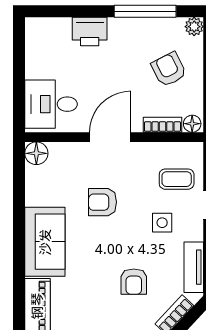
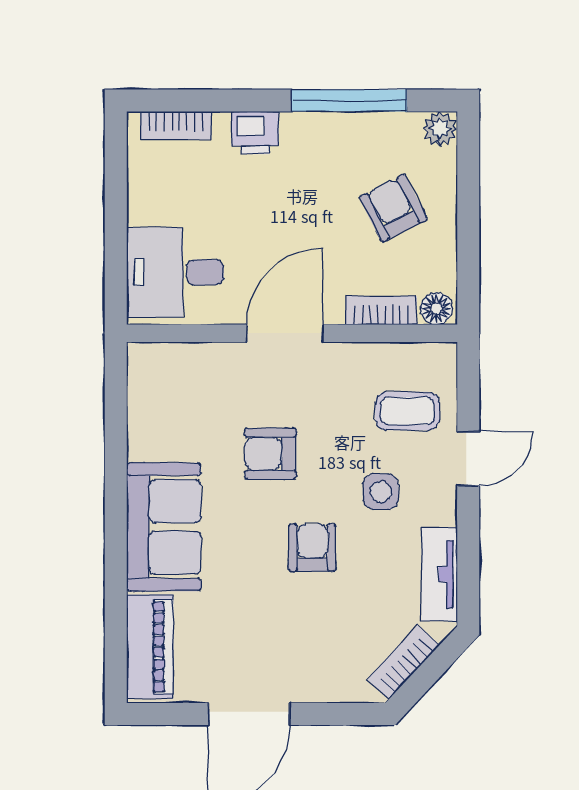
bookcase: (51, 25) -> (176, 126), added
printer: (90, 32) -> (255, 133), width x0.73, depth x0.81
floor lamp: (36, 153) -> (148, 363), removed
armchair: (134, 282) -> (312, 548), moved, turned 180

